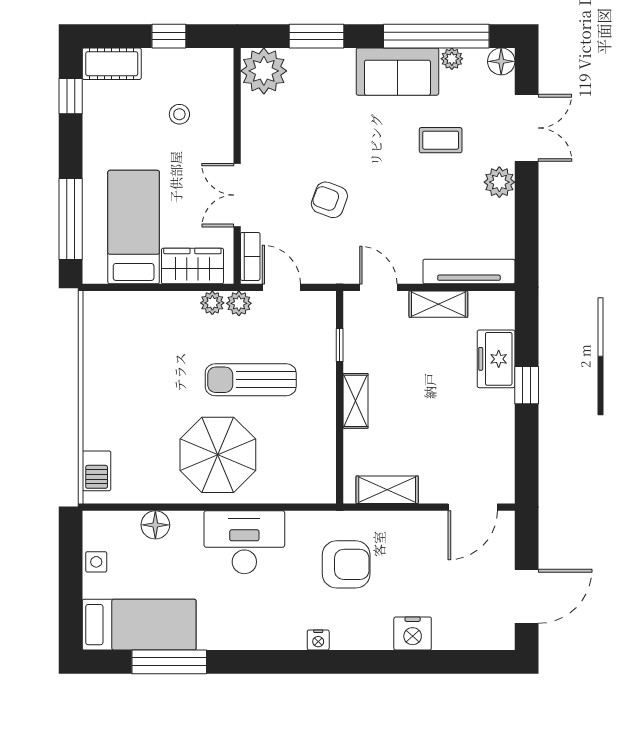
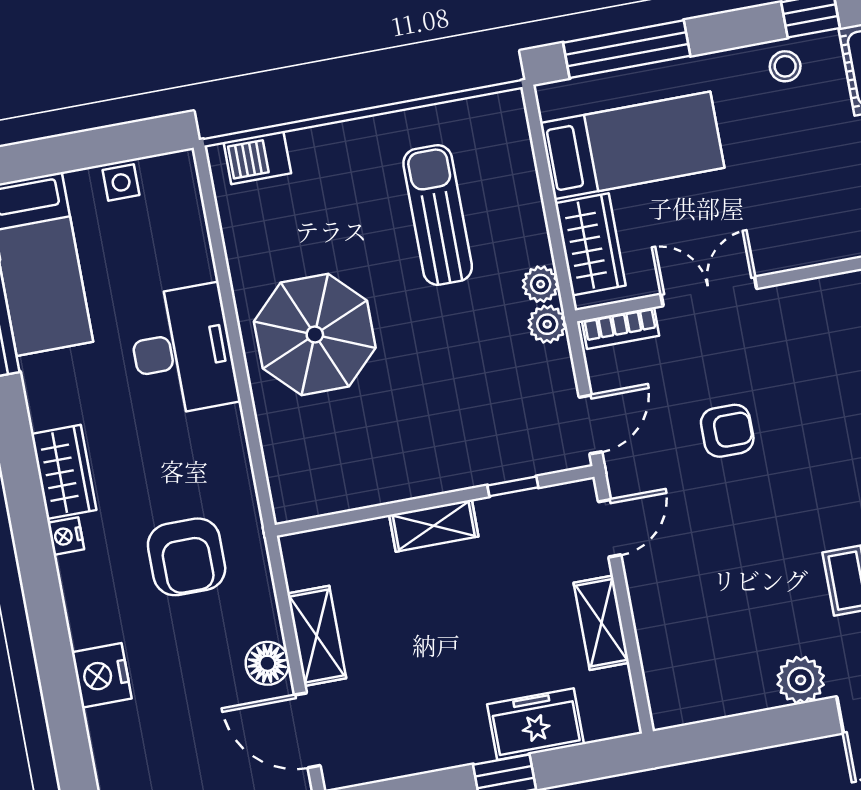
stool: (179, 114) -> (785, 66), moved
armchair: (329, 200) -> (727, 431), turned 70
tv unit: (469, 271) -> (659, 659), removed
door: (281, 287) -> (590, 424), moved
sun lounger: (251, 380) -> (438, 215), moved
shelving: (387, 490) -> (317, 636), moved
floor lamp: (155, 525) -> (267, 663), moved
desk: (244, 542) -> (182, 350), moved
wardrobe: (276, 634) -> (64, 472), added

